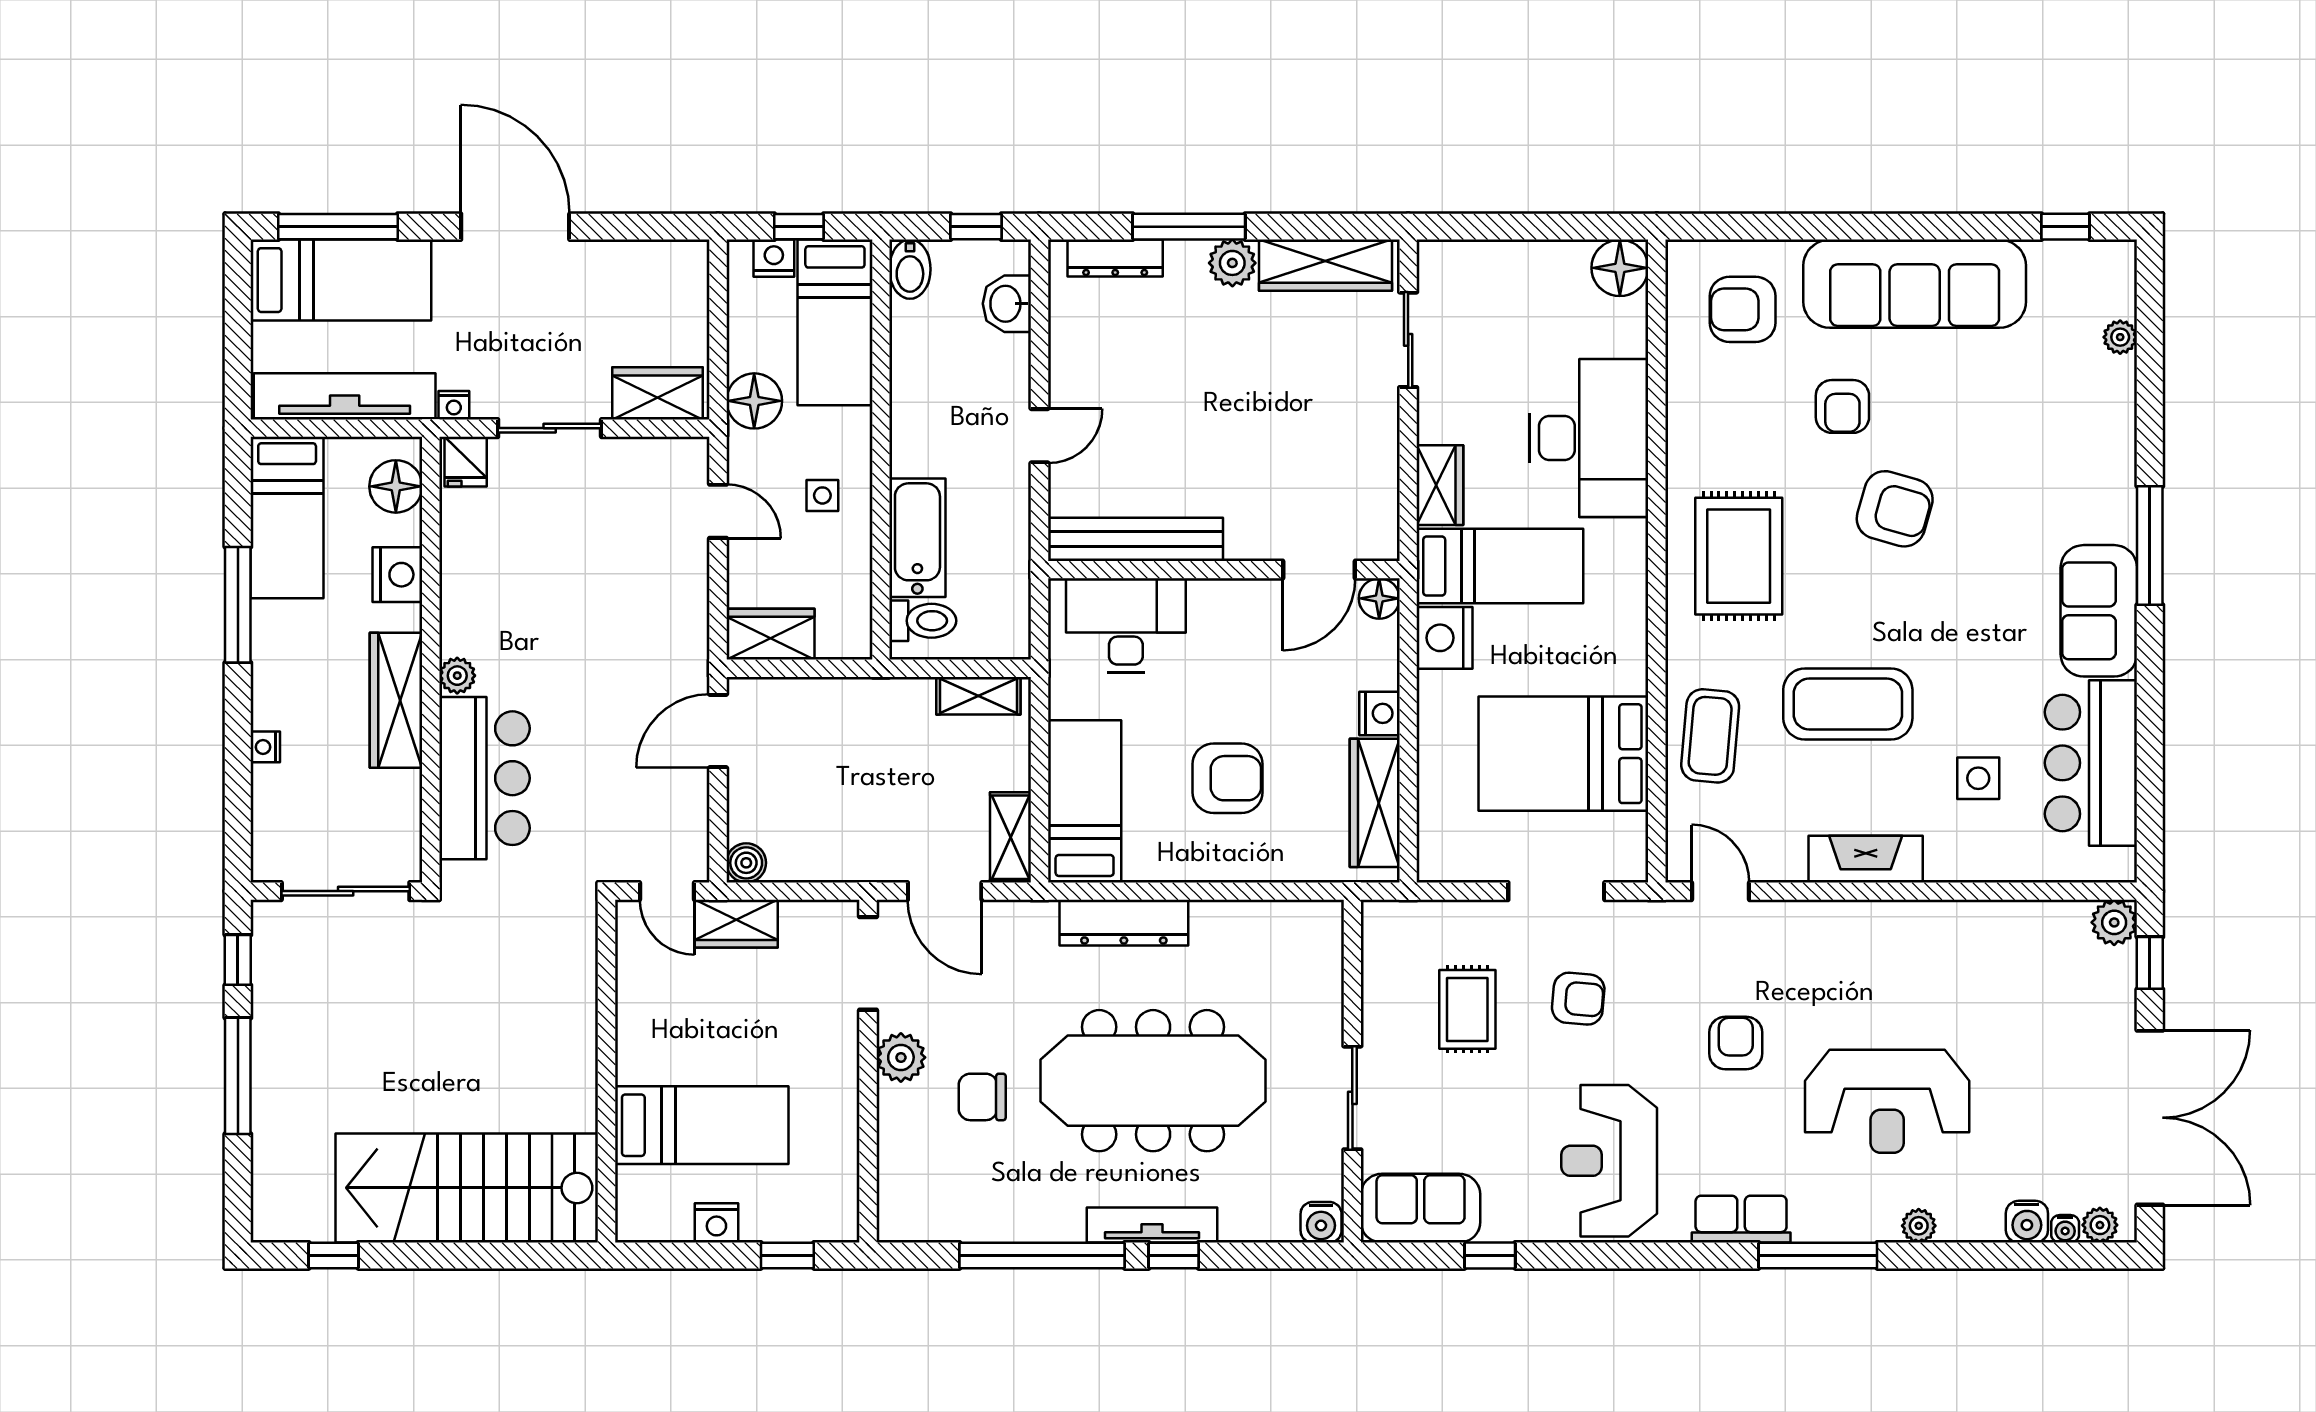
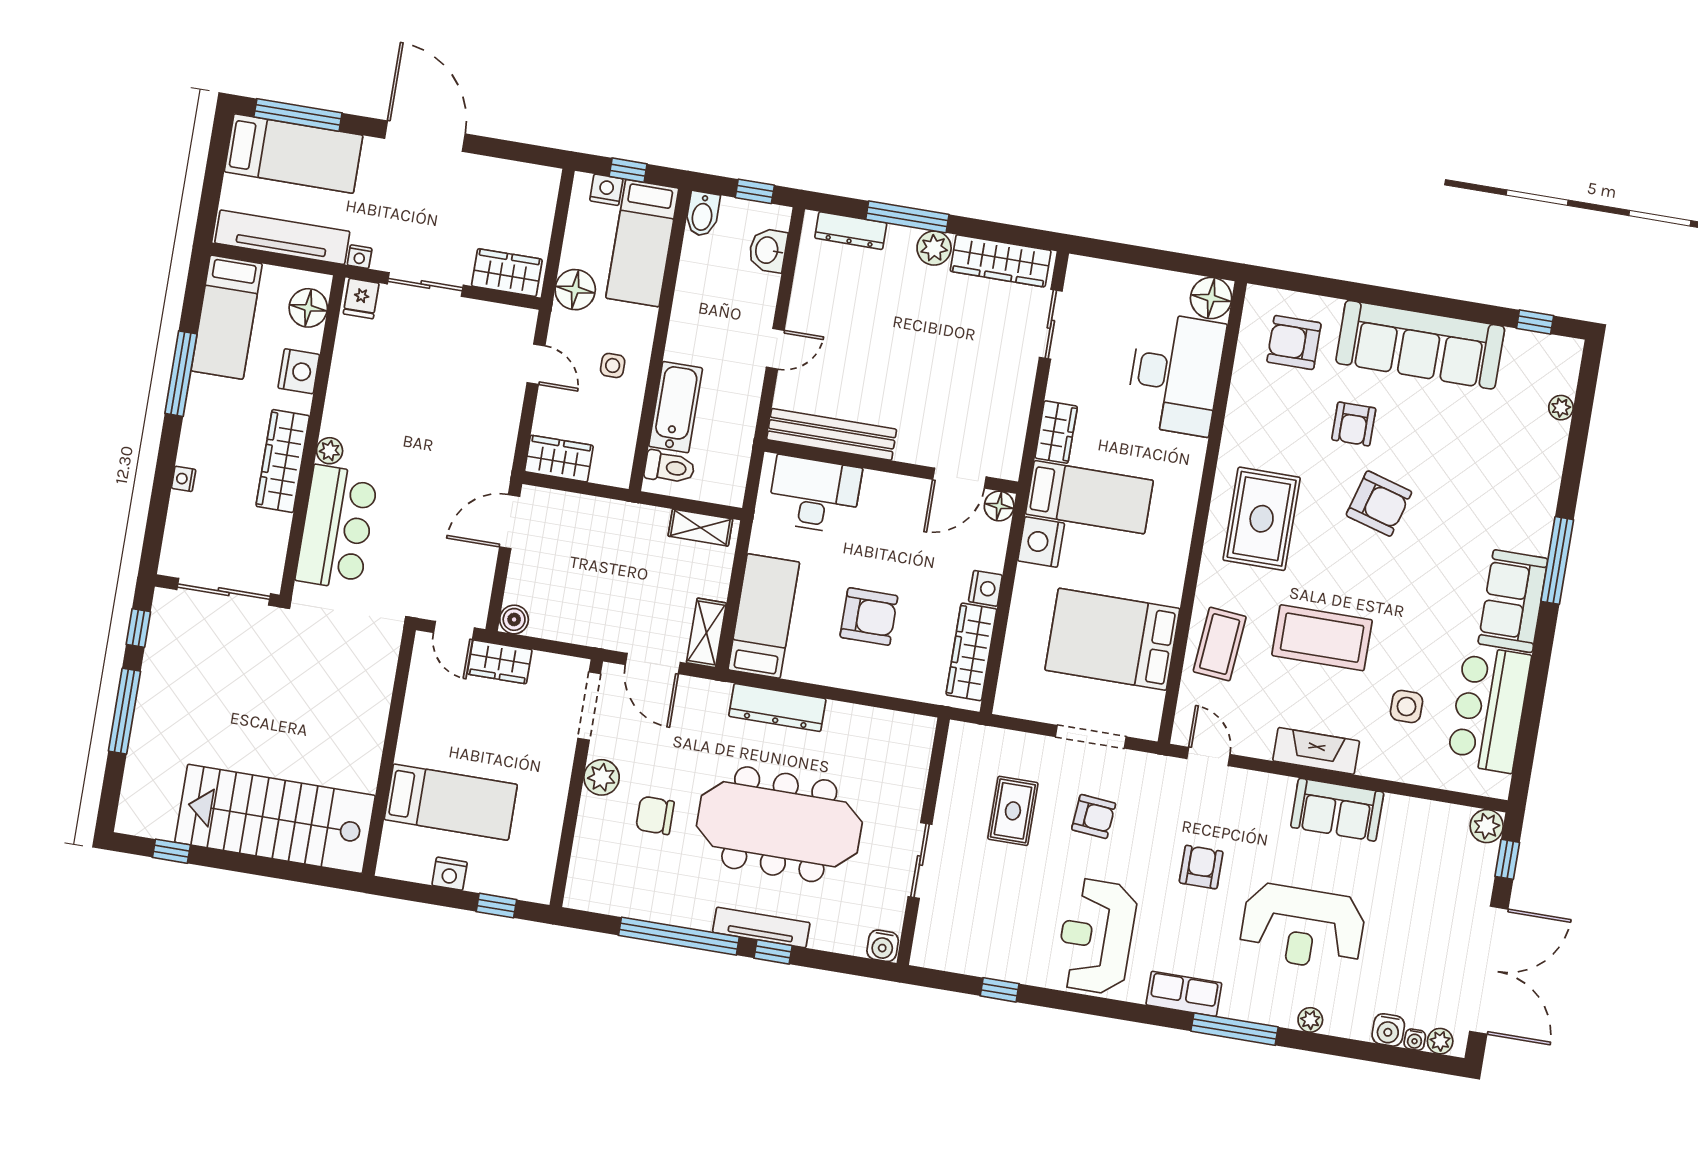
desk: (1589, 438) -> (1176, 374), moved
sofa: (1421, 1208) -> (1337, 810), moved, turned 180

